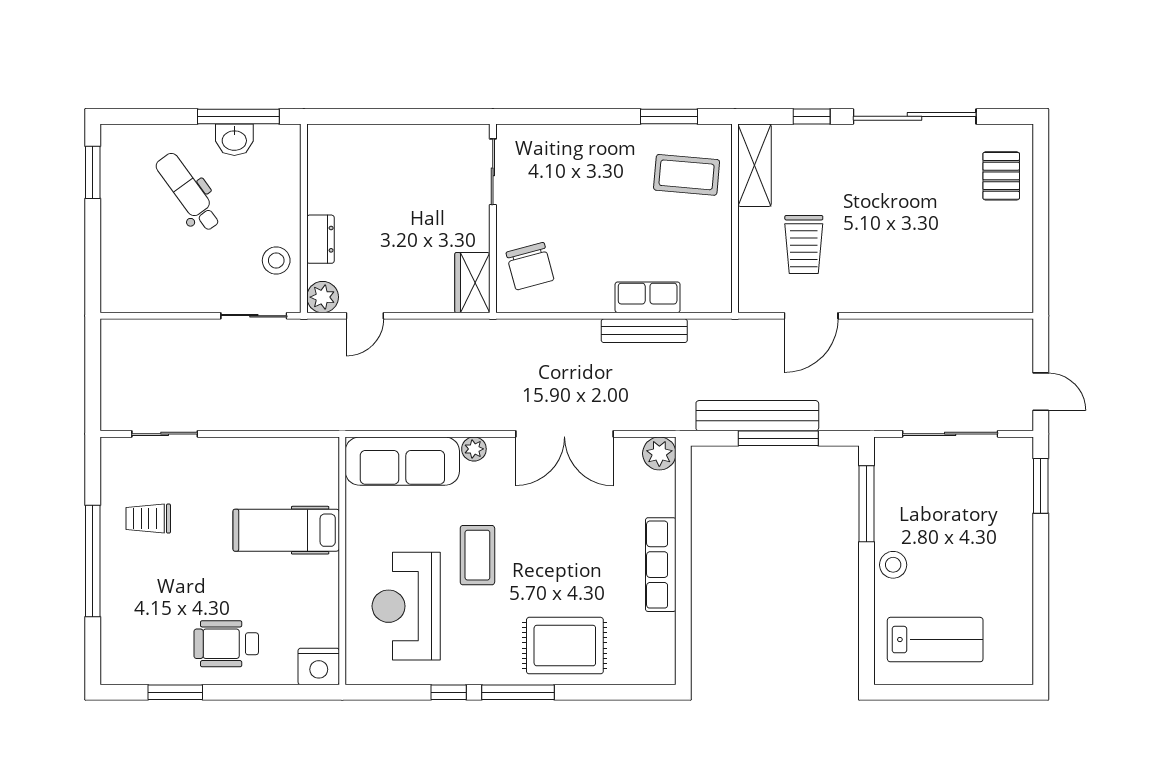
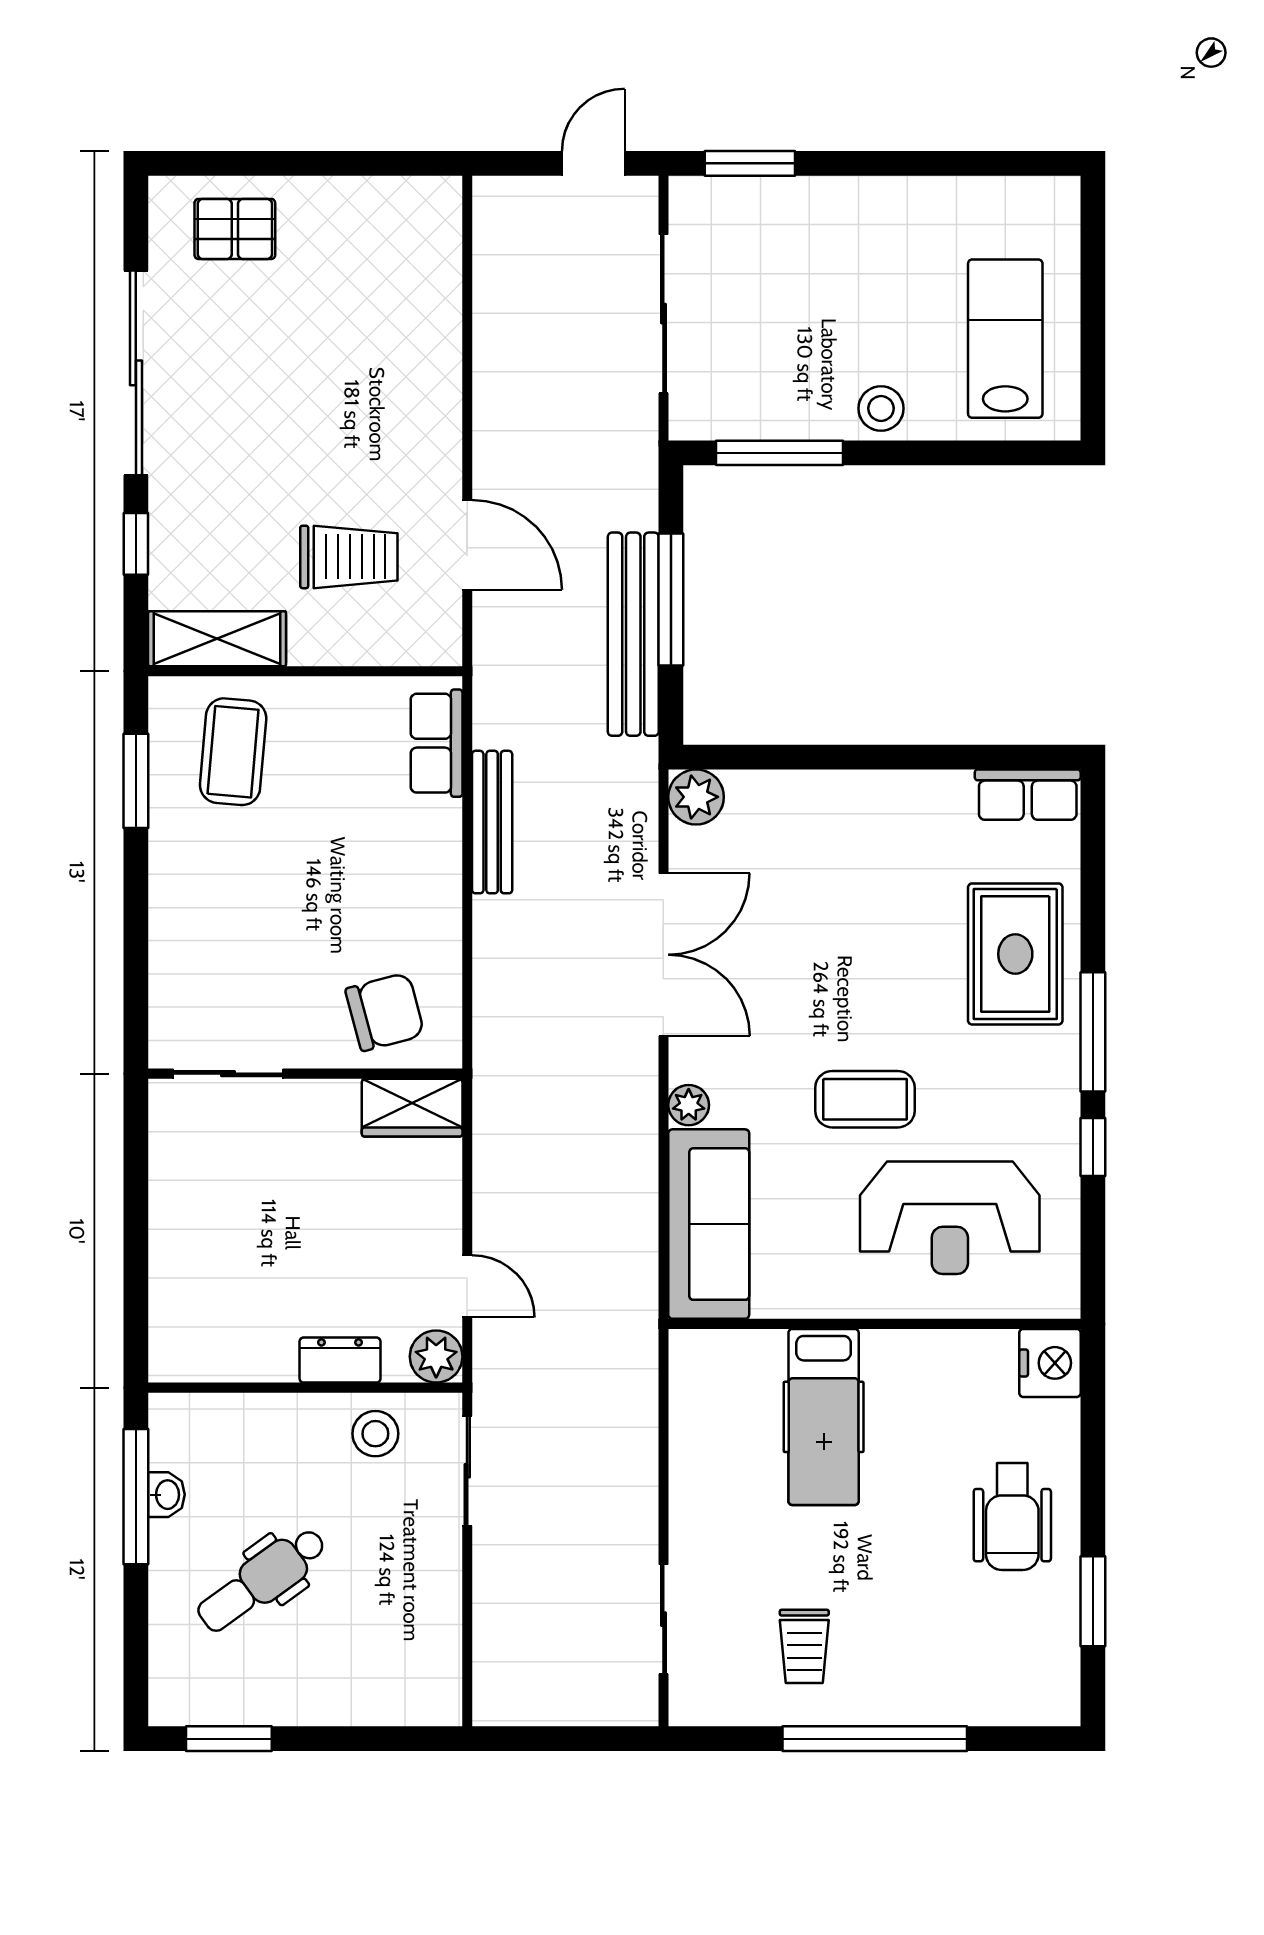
washbasin: (234, 140) -> (166, 1495), width x0.72, depth x0.69
row of seats: (648, 297) -> (437, 743), moved
row of seats: (661, 565) -> (1028, 795), moved, width x0.68

